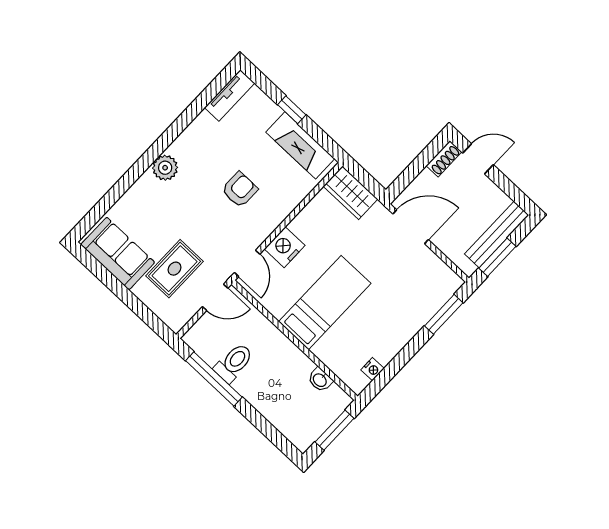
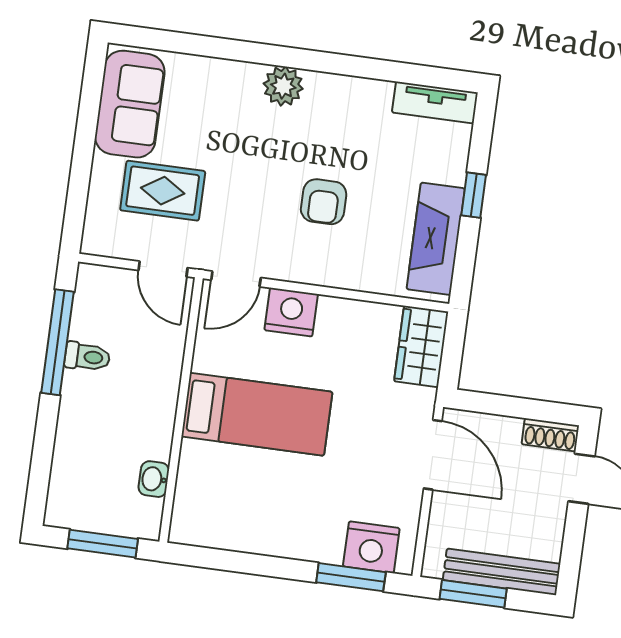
armchair: (240, 190) -> (324, 202), turned 90
toilet: (234, 363) -> (87, 357), width x0.73, depth x0.72
nightstand: (373, 369) -> (371, 547), moved, width x1.89, depth x1.79

